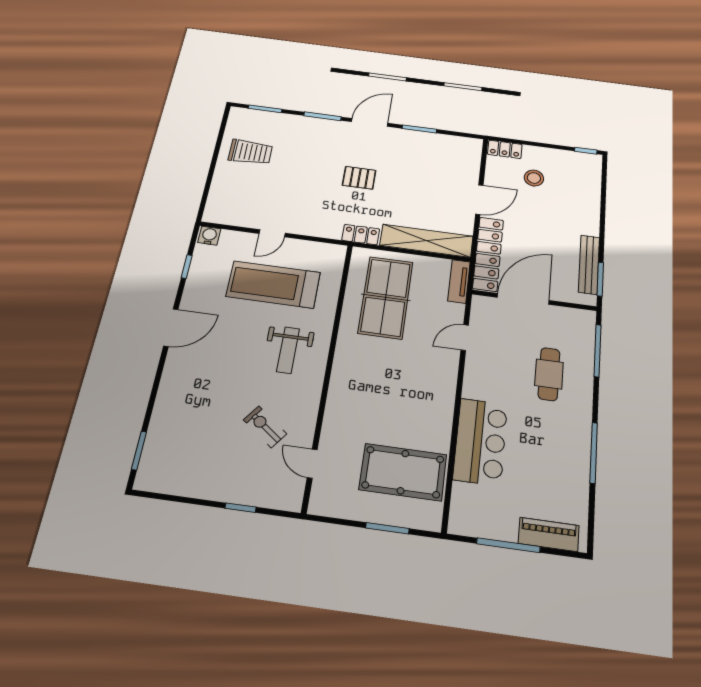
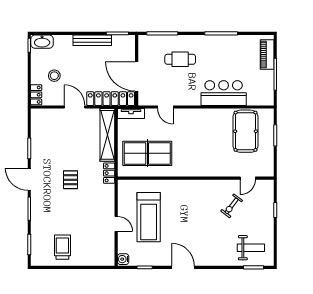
washbasin: (591, 169) -> (42, 42), added
bench: (589, 265) -> (92, 40), moved
weight bench: (288, 350) -> (251, 248), moved

